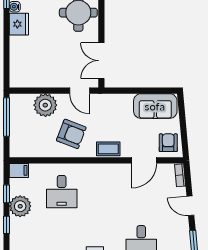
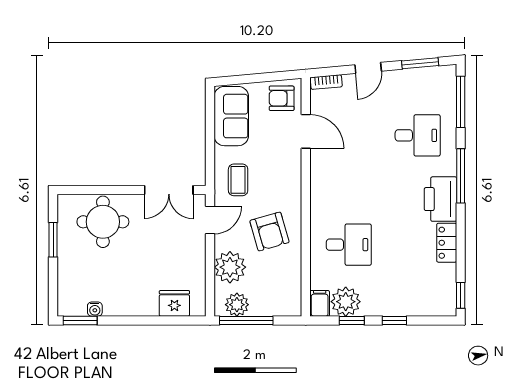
fridge: (19, 24) -> (174, 303), moved
plant: (18, 110) -> (237, 305), added
armchair: (71, 134) -> (269, 231), turned 143
coffee table: (108, 149) -> (238, 180), moved
plant: (20, 206) -> (346, 302), moved

